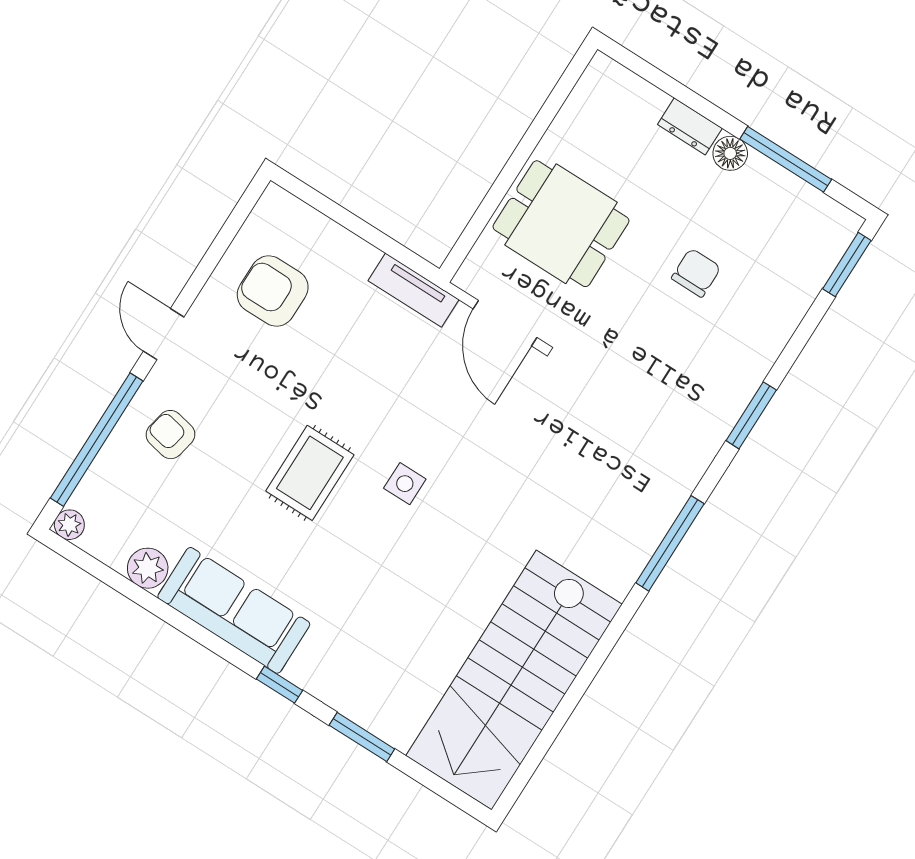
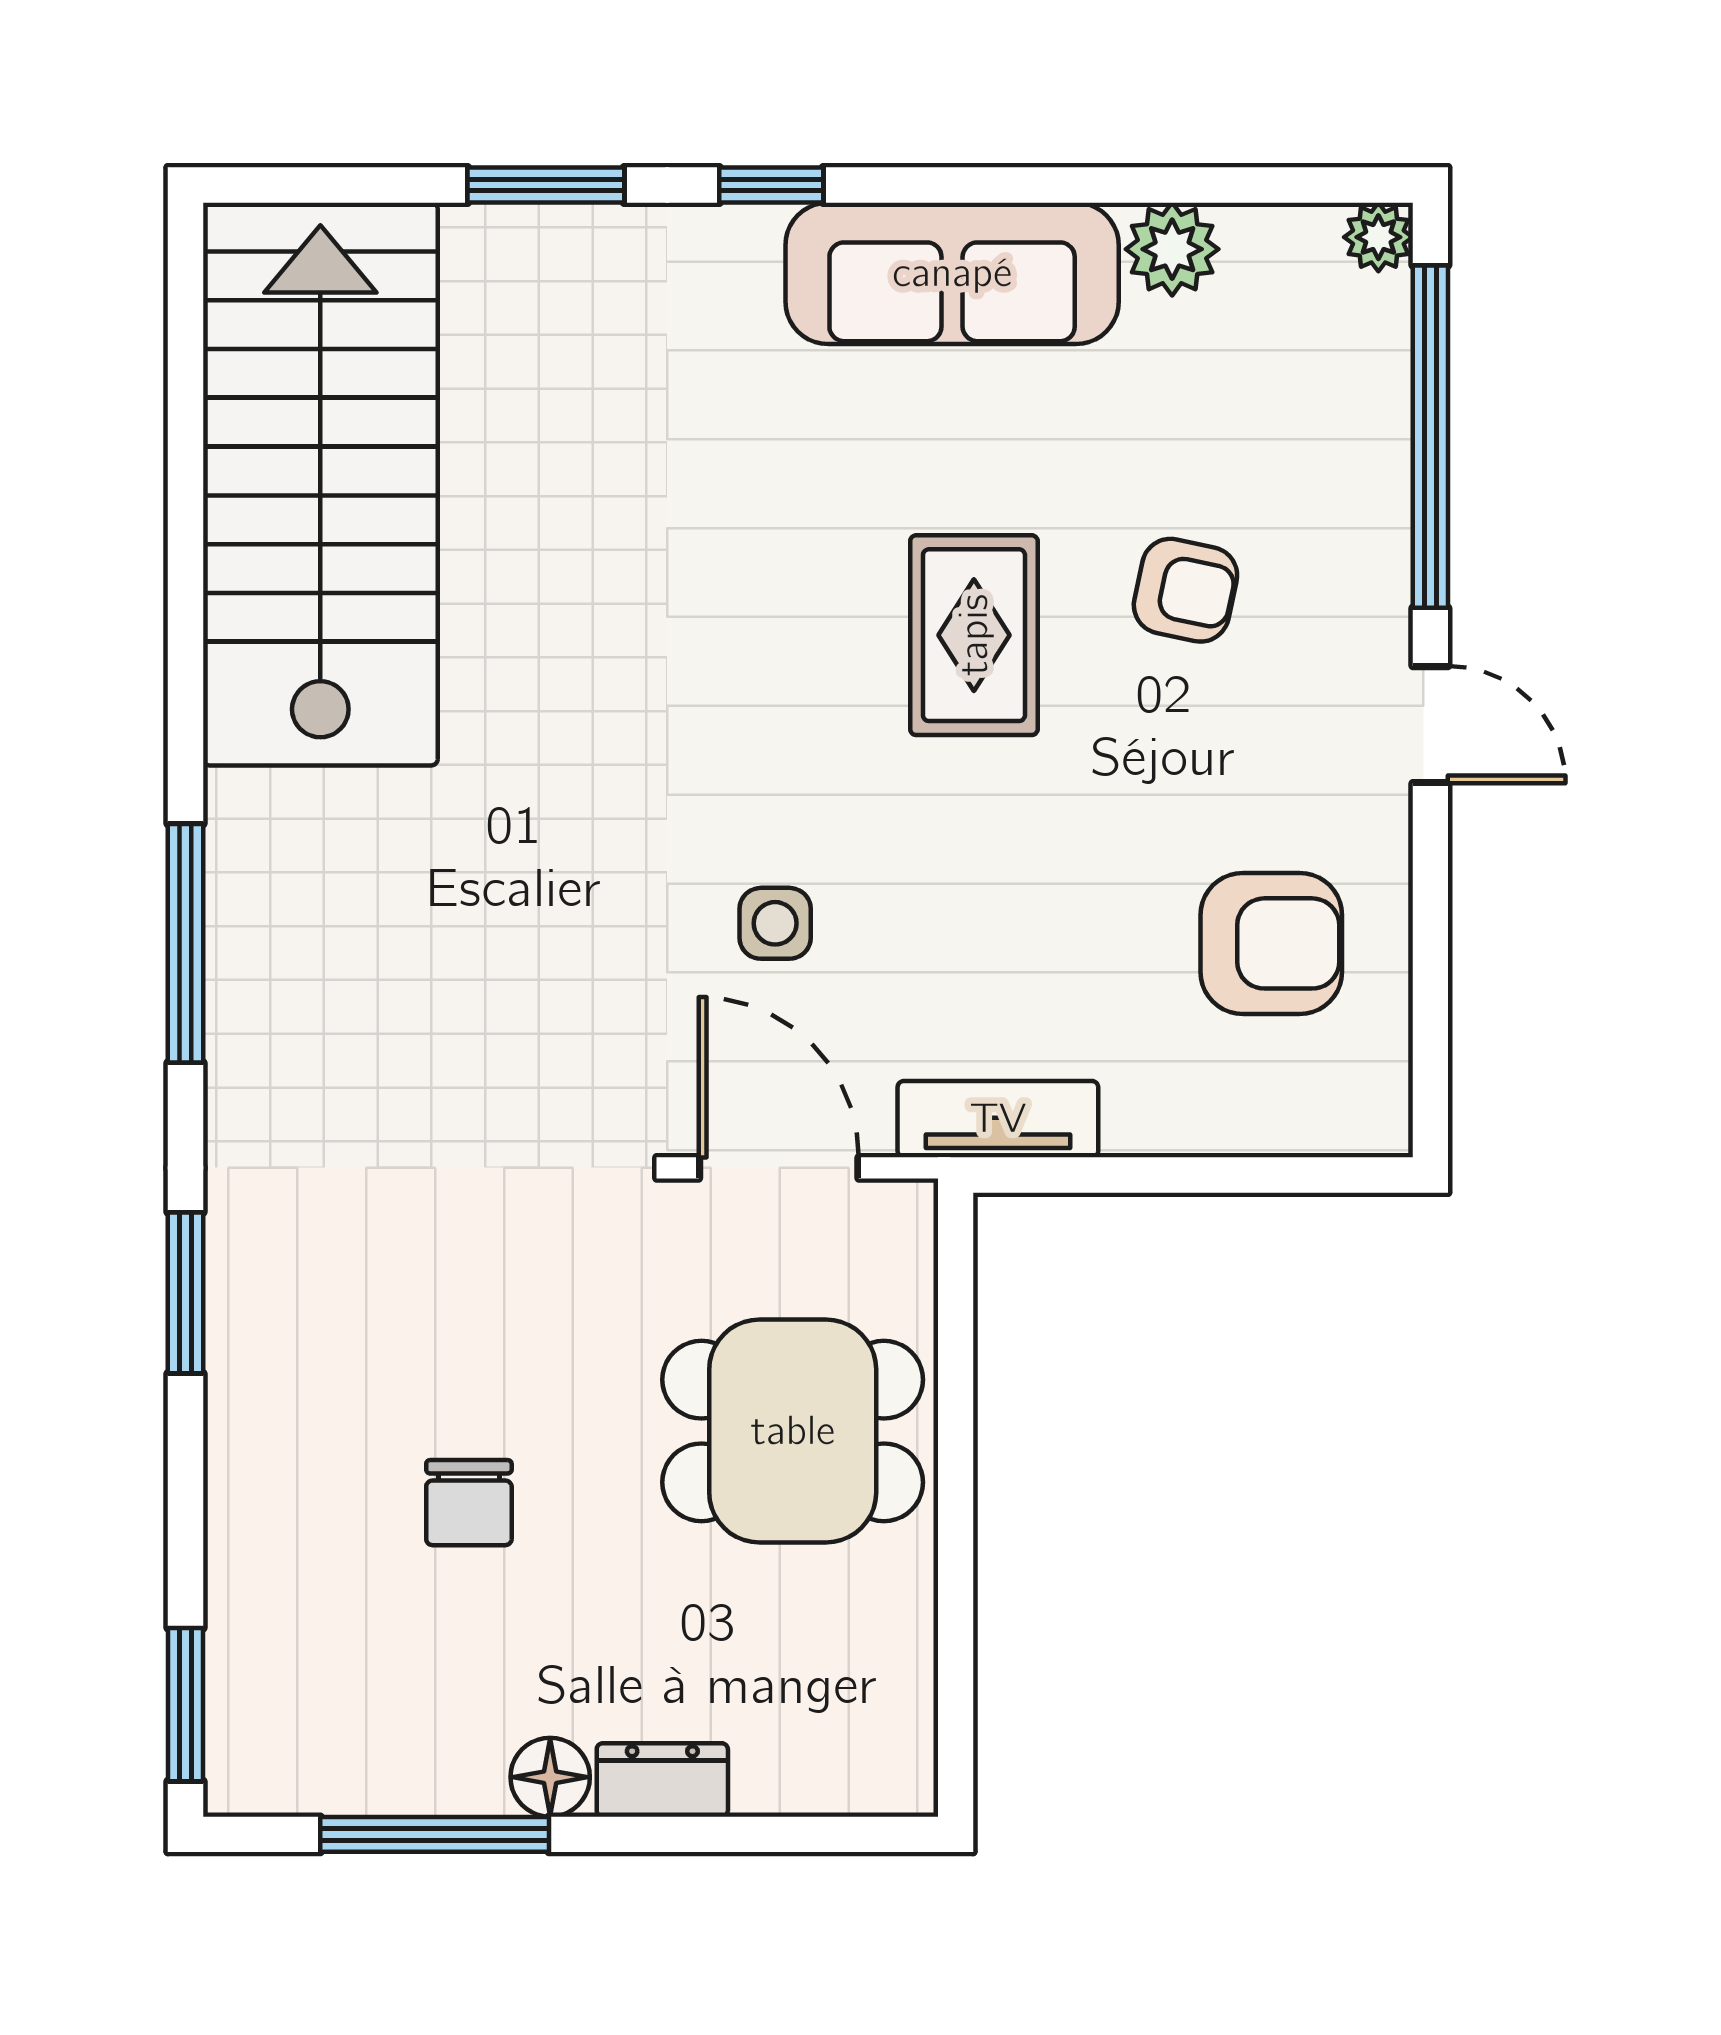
armchair: (170, 435) -> (1185, 590), moved
side table: (405, 484) -> (775, 923), moved

